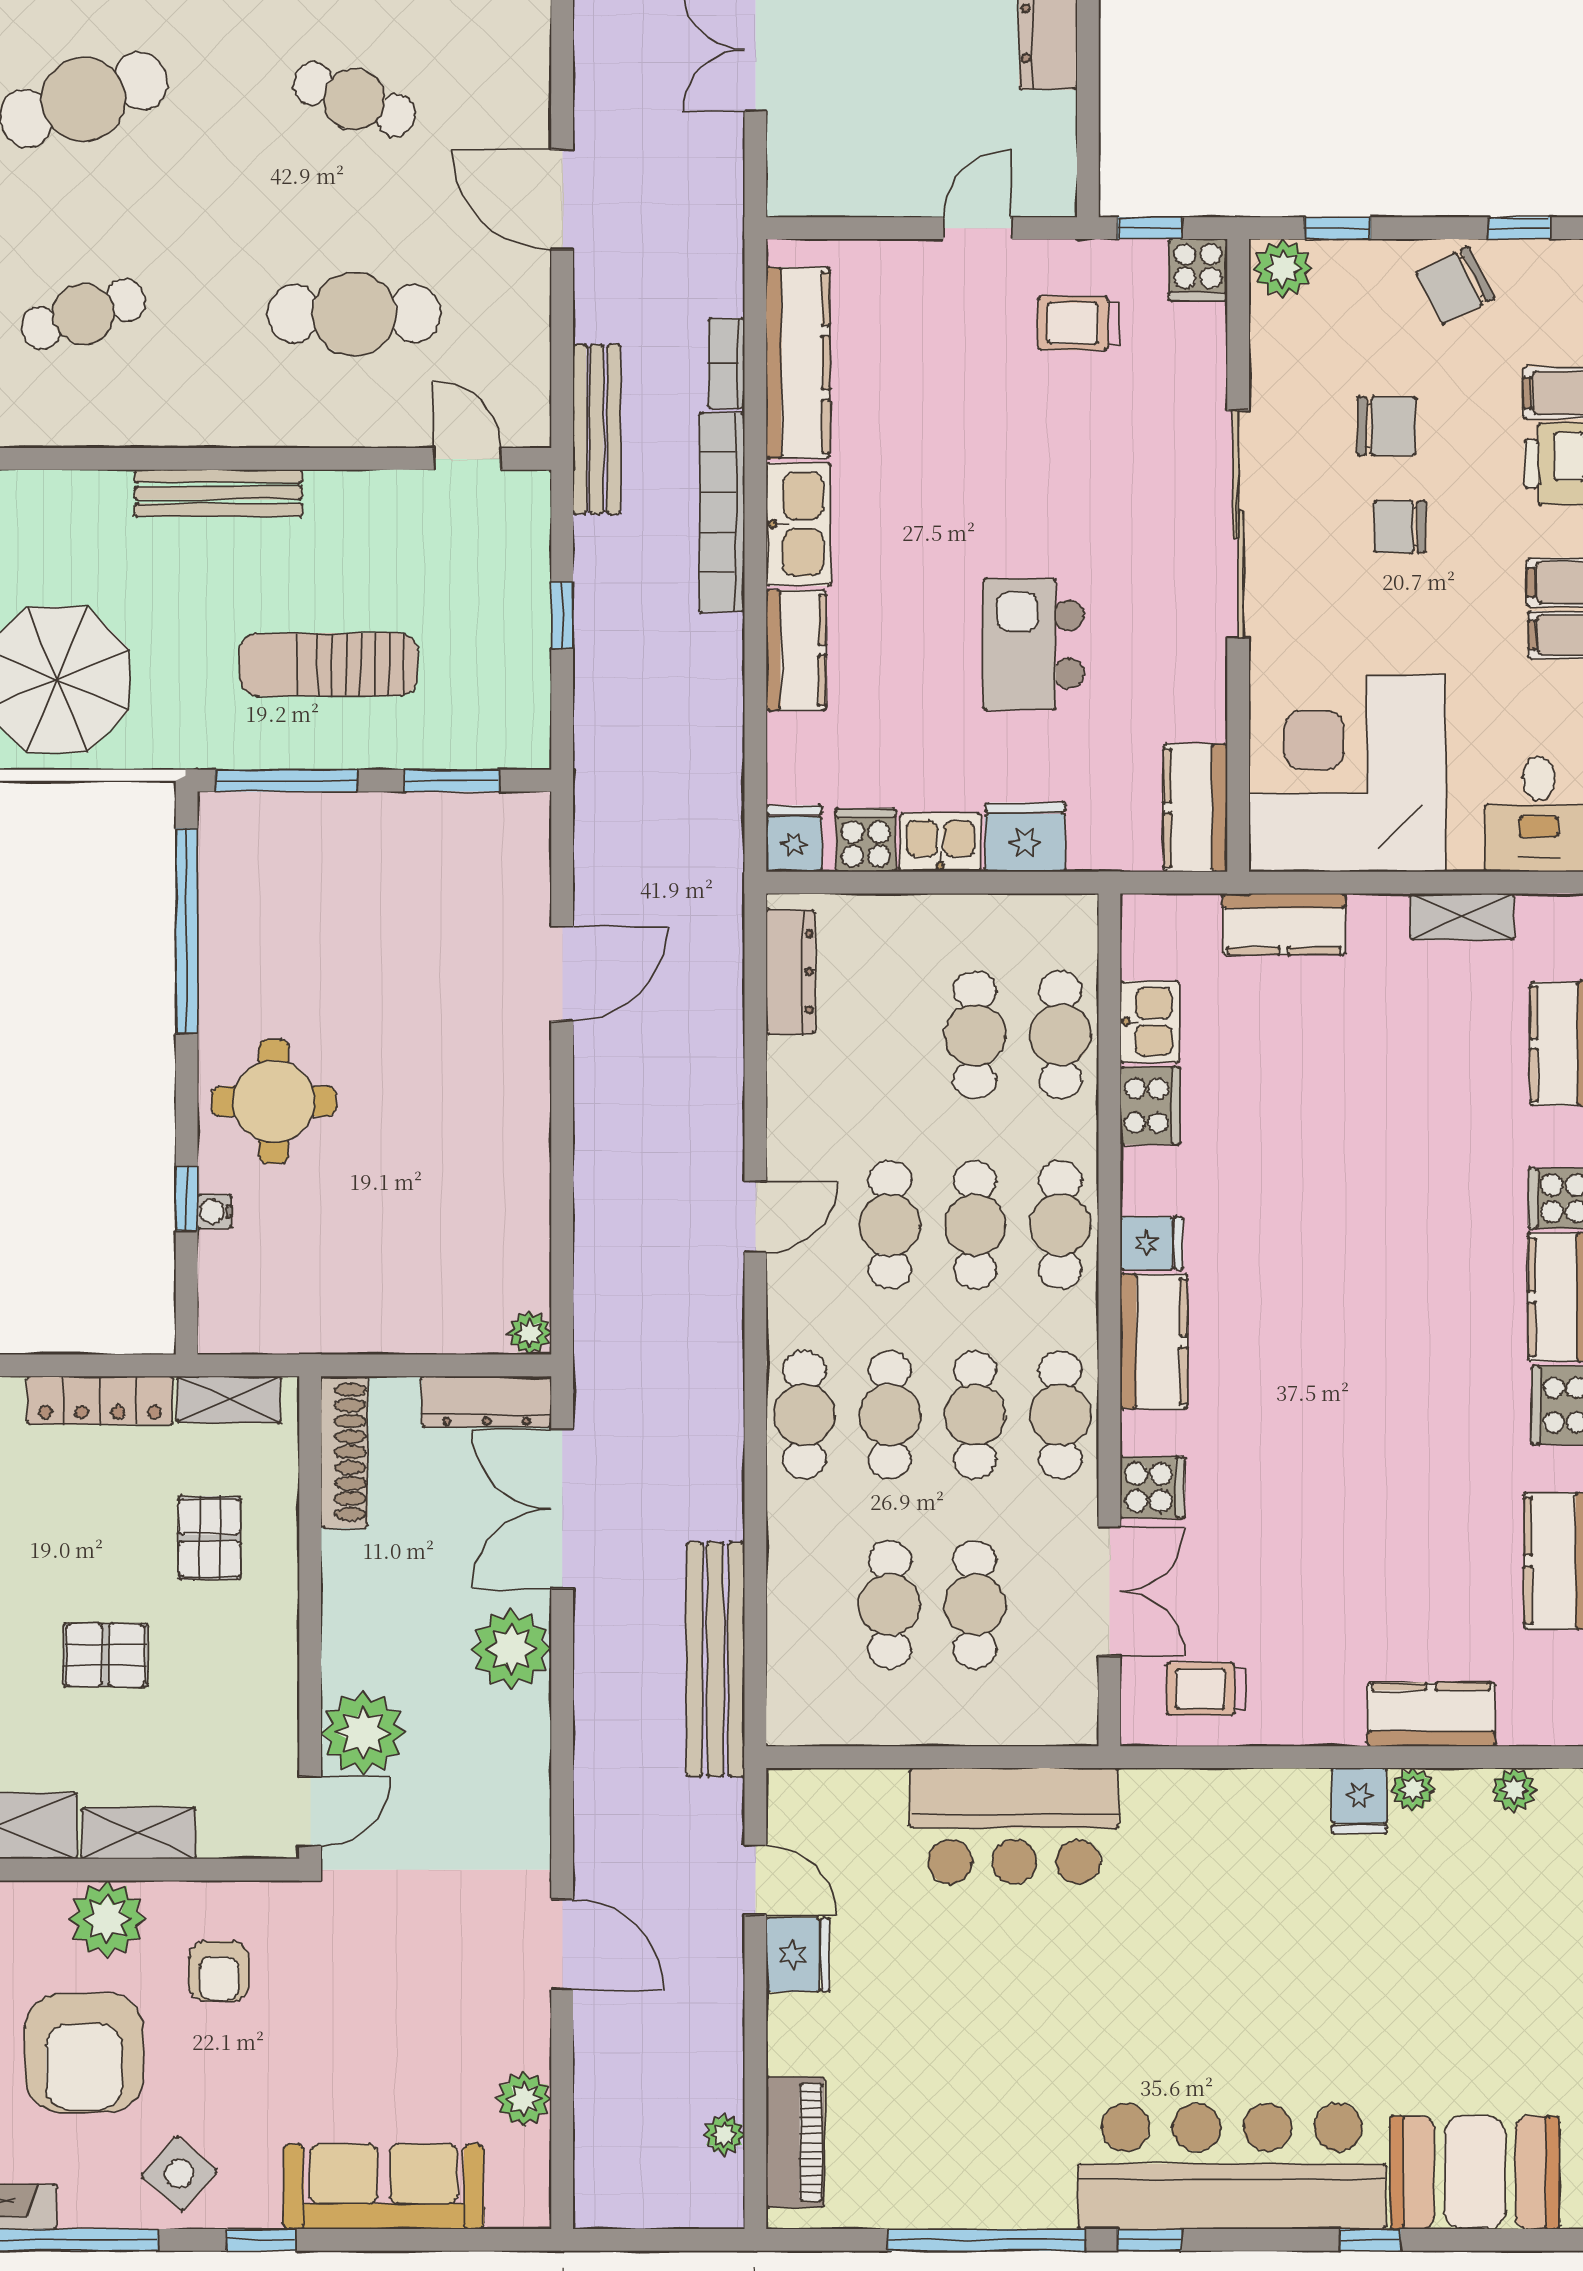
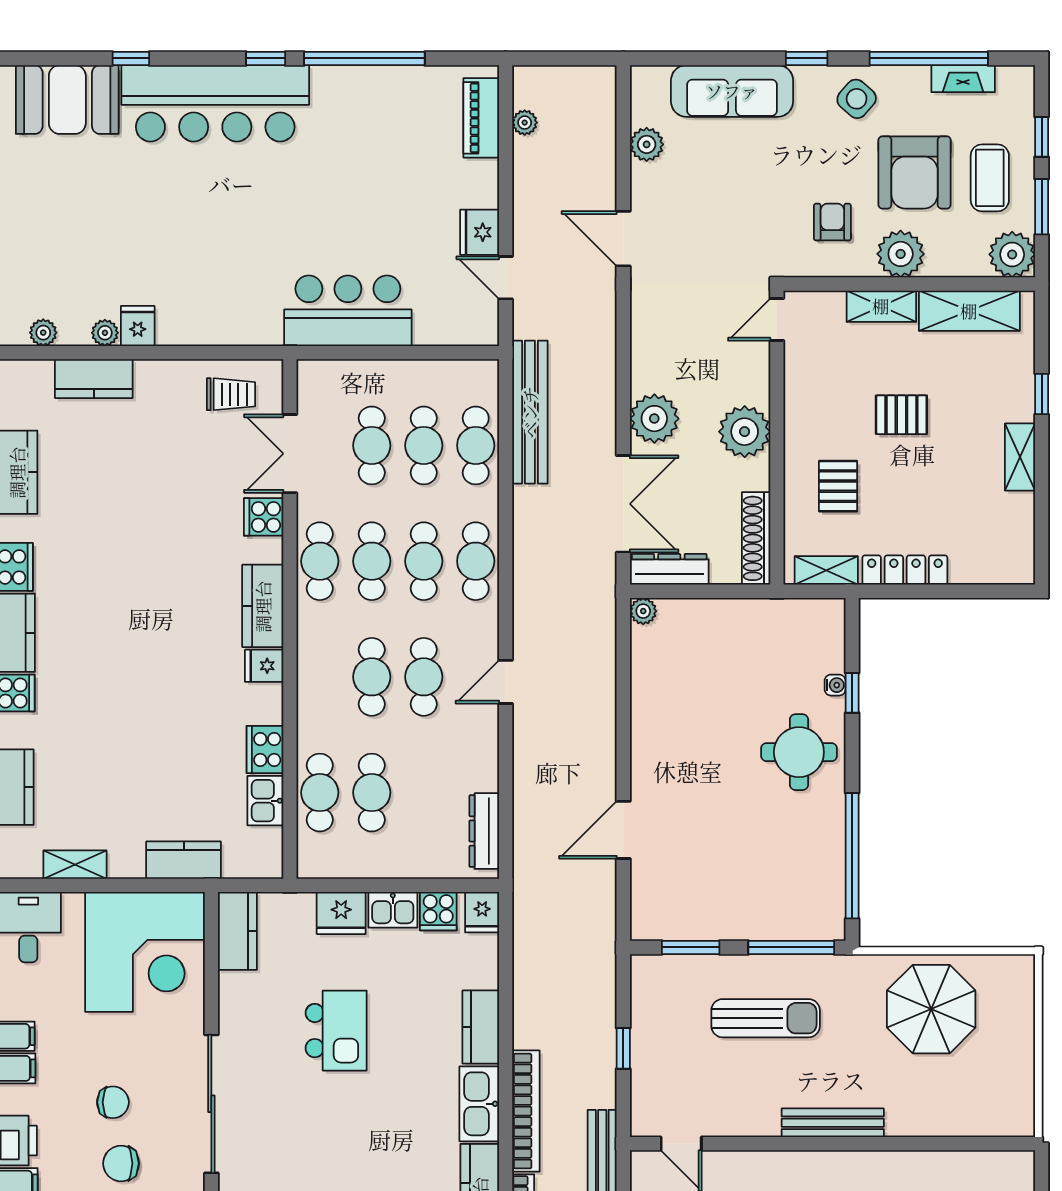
cafe table: (1060, 1225) -> (476, 445), moved
plant: (363, 1733) -> (745, 432), moved
armchair: (84, 2053) -> (915, 172), turned 180

